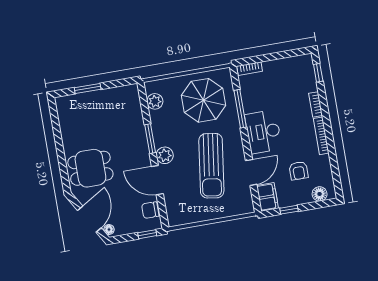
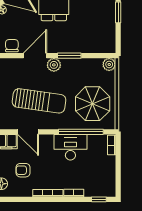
plant: (155, 101) -> (109, 64), moved
window: (240, 109) -> (81, 132), width x1.46
desk: (263, 132) -> (70, 147), moved
sun lounger: (211, 166) -> (39, 101), turned 180

